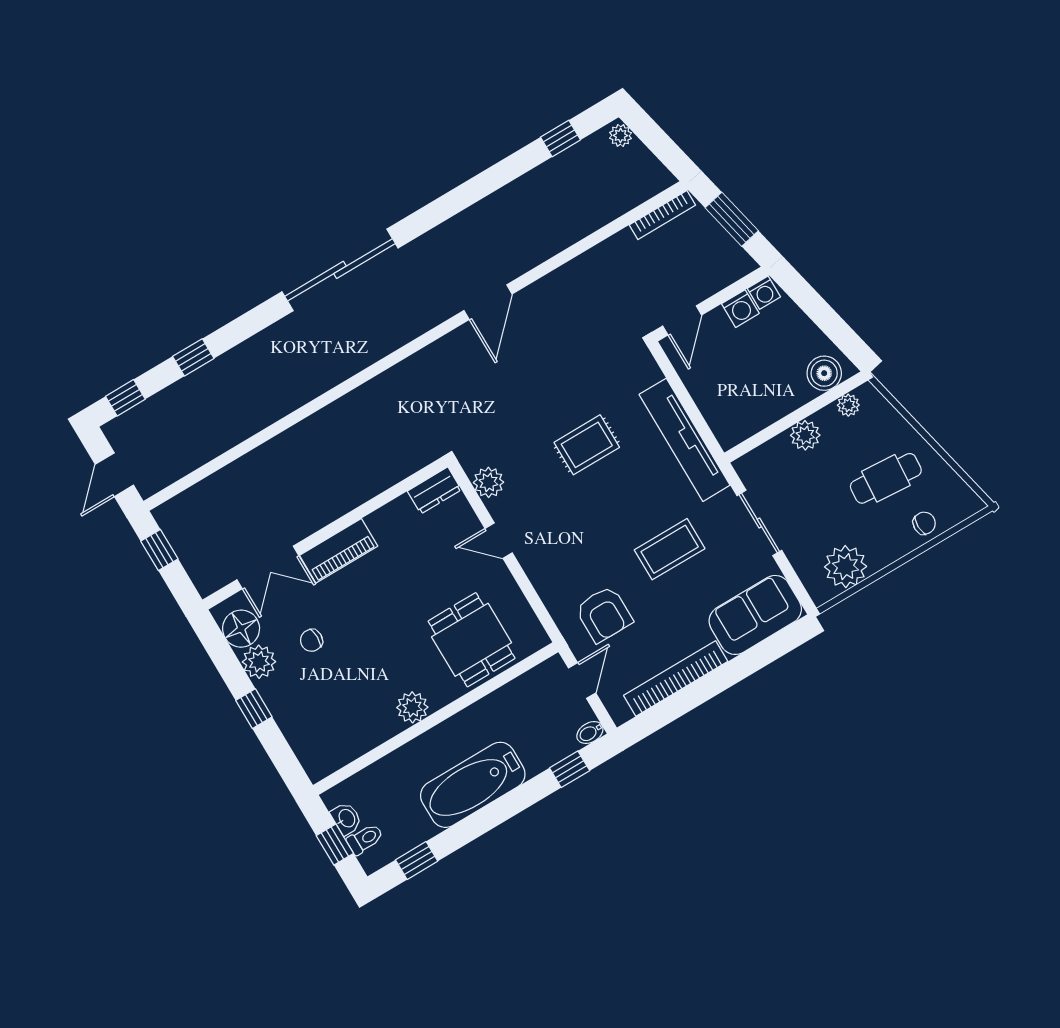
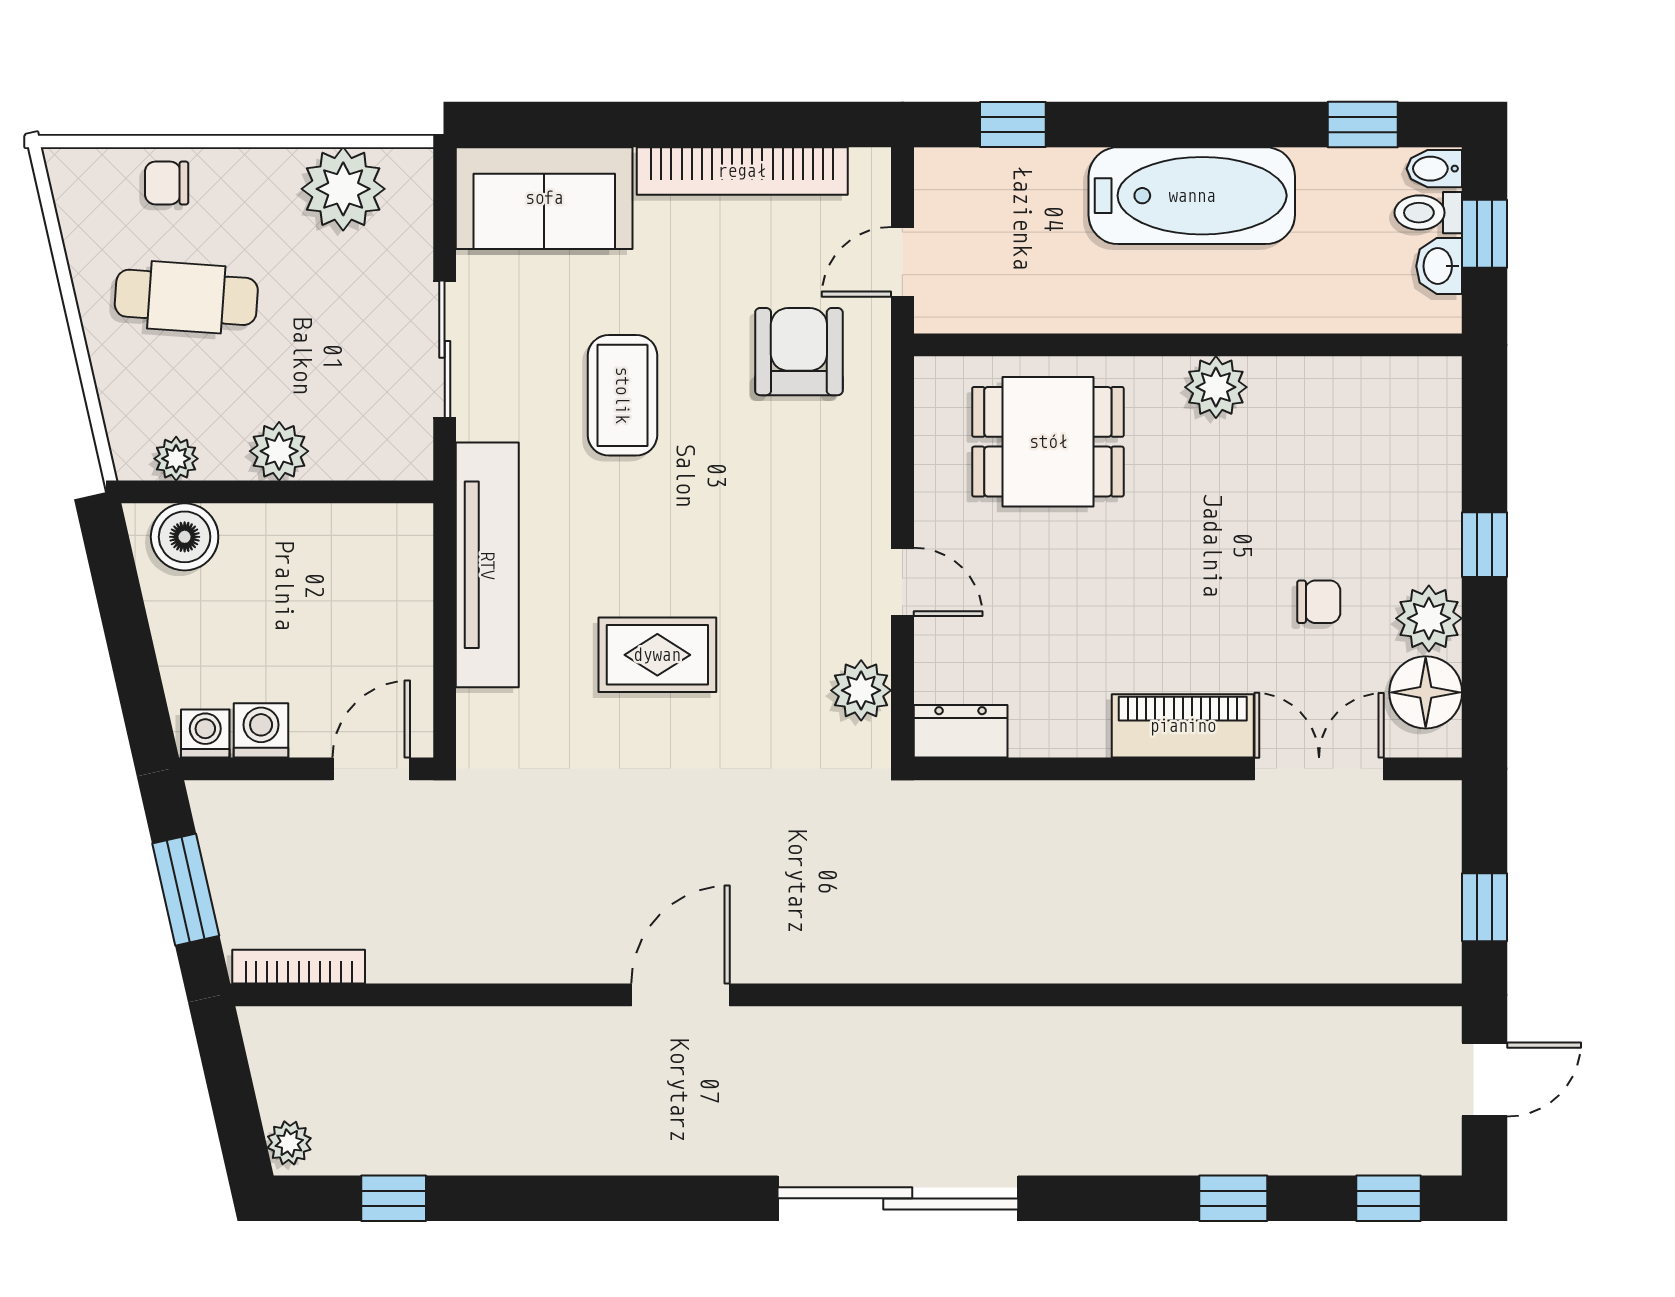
coffee table: (670, 549) -> (622, 395), turned 90
dining table: (472, 640) -> (1048, 442), turned 90
bidet: (590, 733) -> (1434, 169), moved, turned 180

